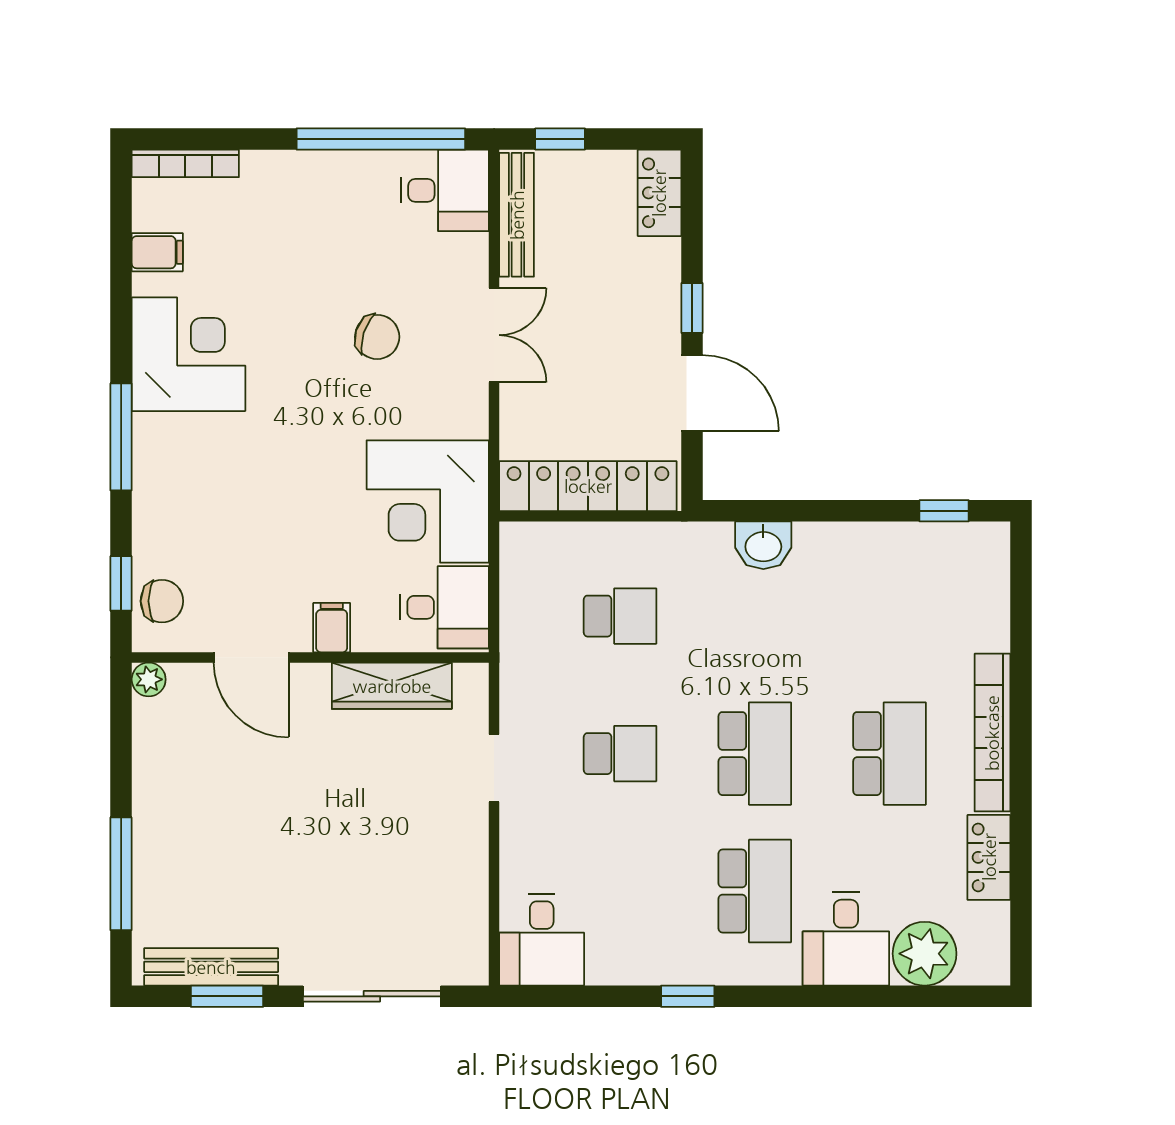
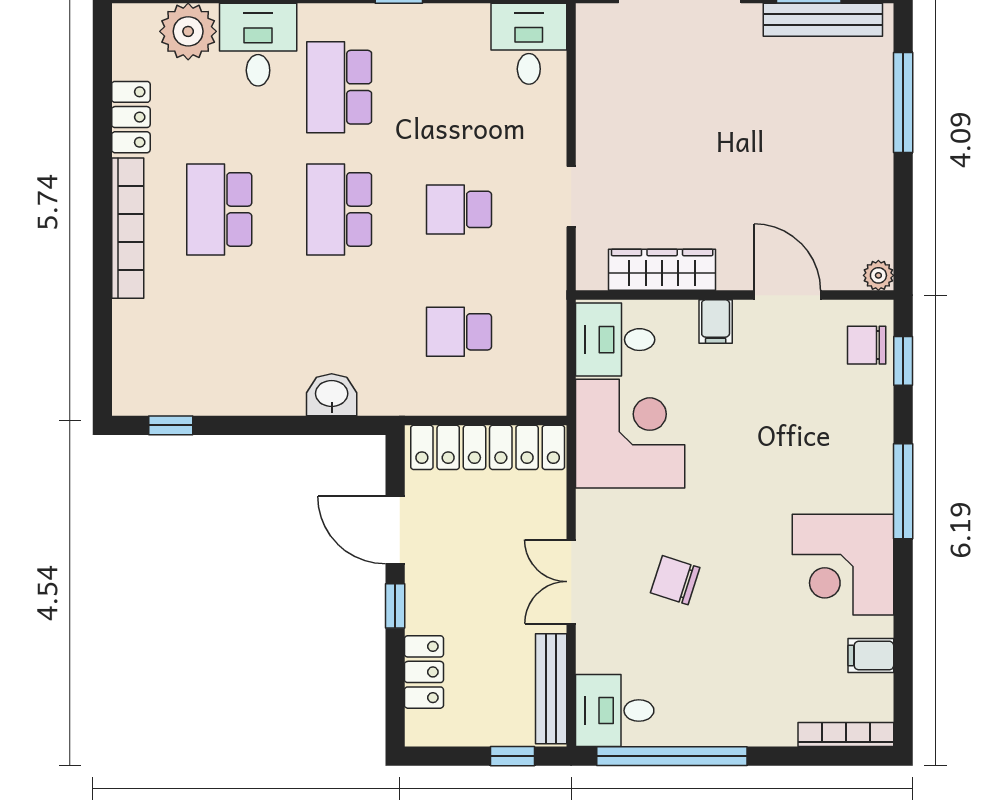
locker: (659, 193) -> (424, 672), moved

